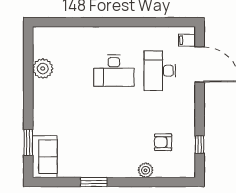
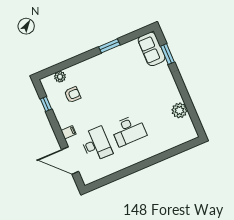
filing cabinet: (187, 40) -> (69, 132), moved
desk: (114, 71) -> (129, 130), turned 180
plant: (146, 170) -> (60, 77), moved

